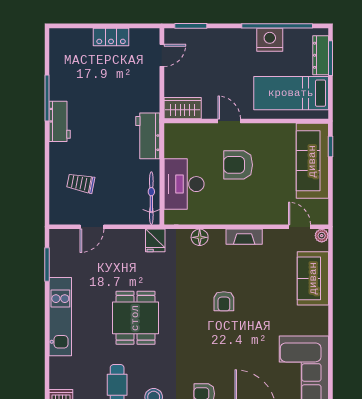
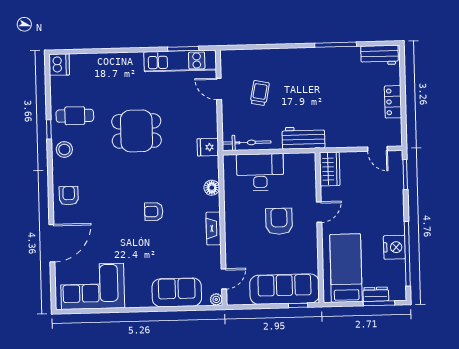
dresser: (321, 55) -> (376, 294), width x0.70
workbench: (60, 121) -> (380, 55), moved
trolley: (81, 183) -> (260, 93), moved
kitchen unit: (60, 317) -> (180, 61), moved

